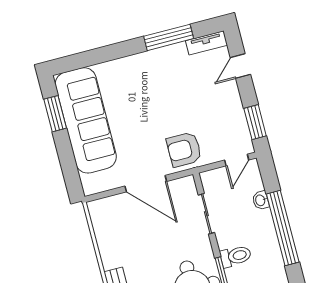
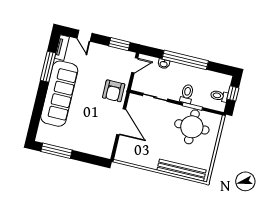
window: (55, 114) -> (56, 151), width x1.44
sofa: (86, 120) -> (59, 94), moved, turned 90
door: (237, 160) -> (135, 65), hinge flipped
door: (146, 184) -> (121, 122), hinge flipped

